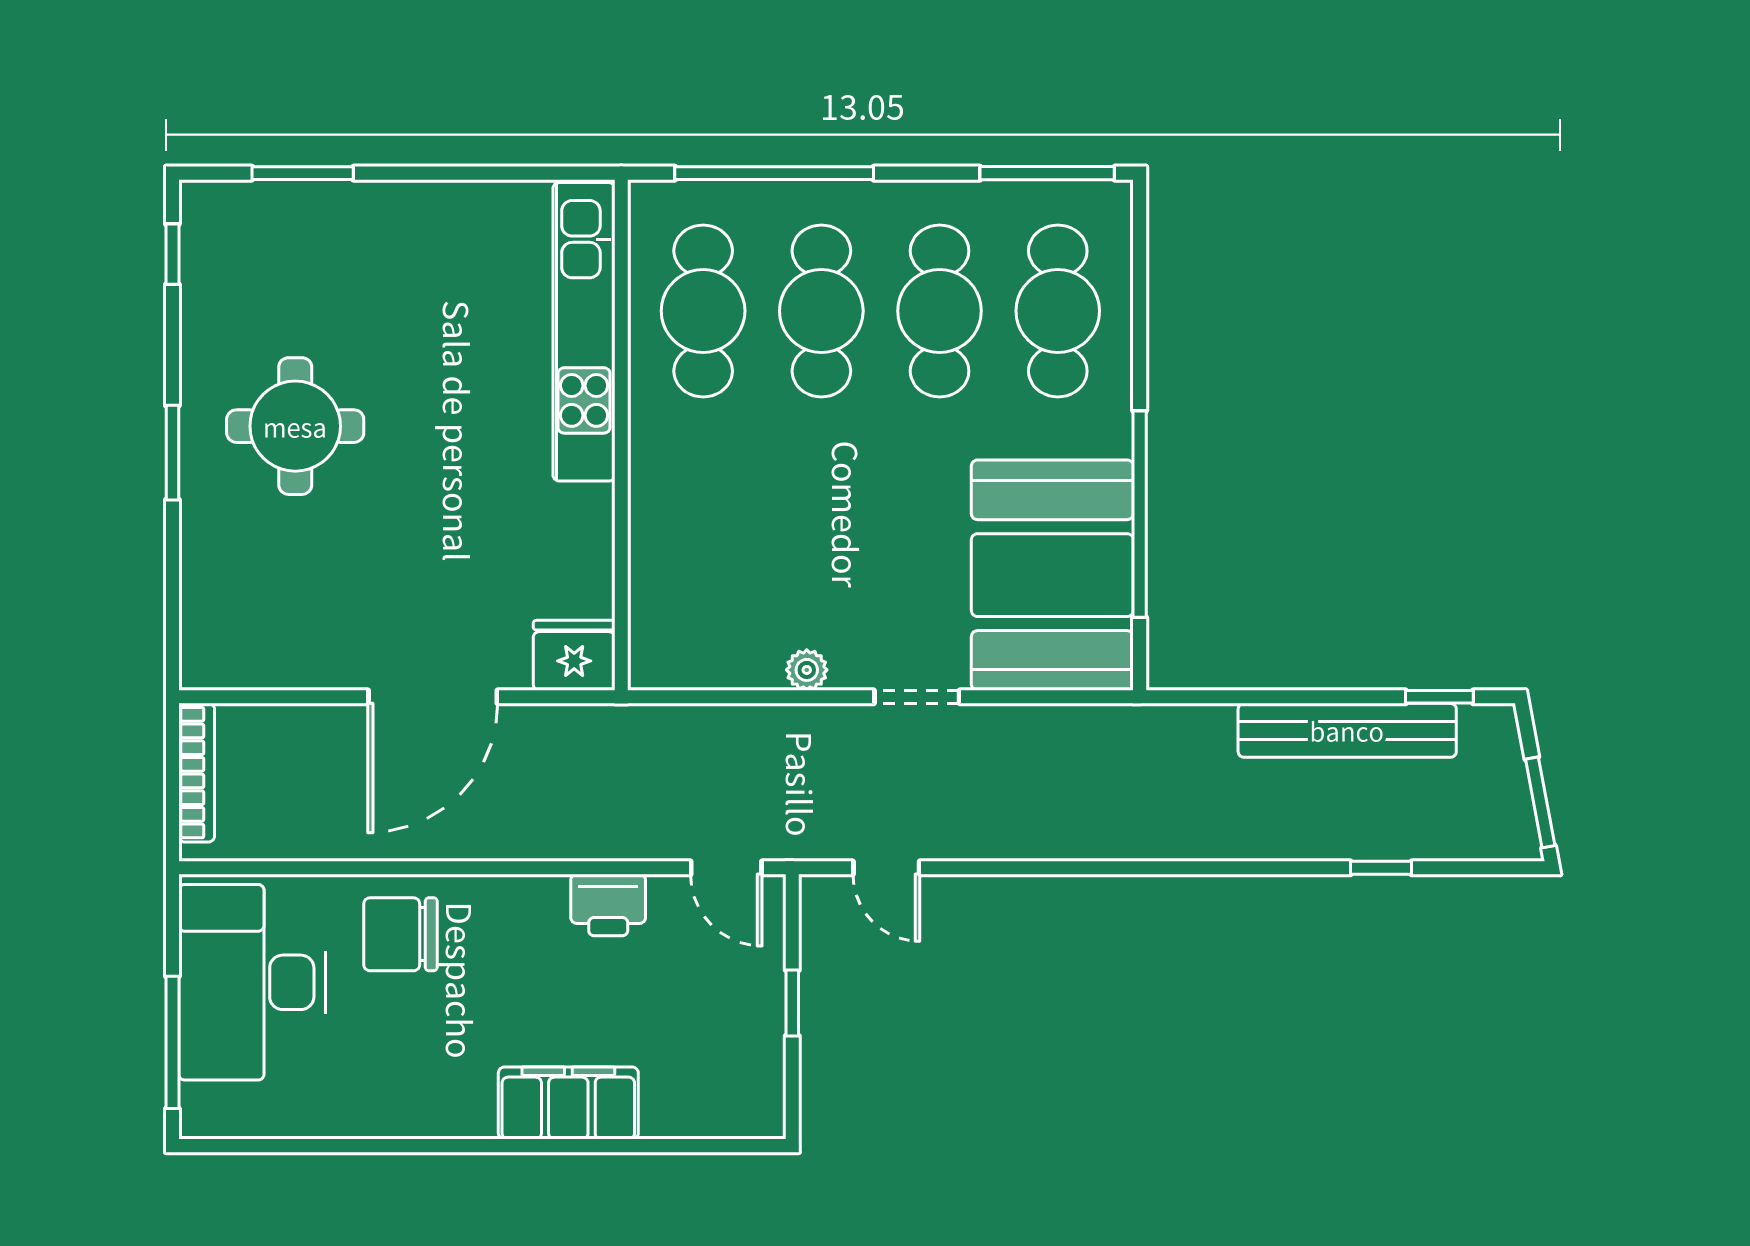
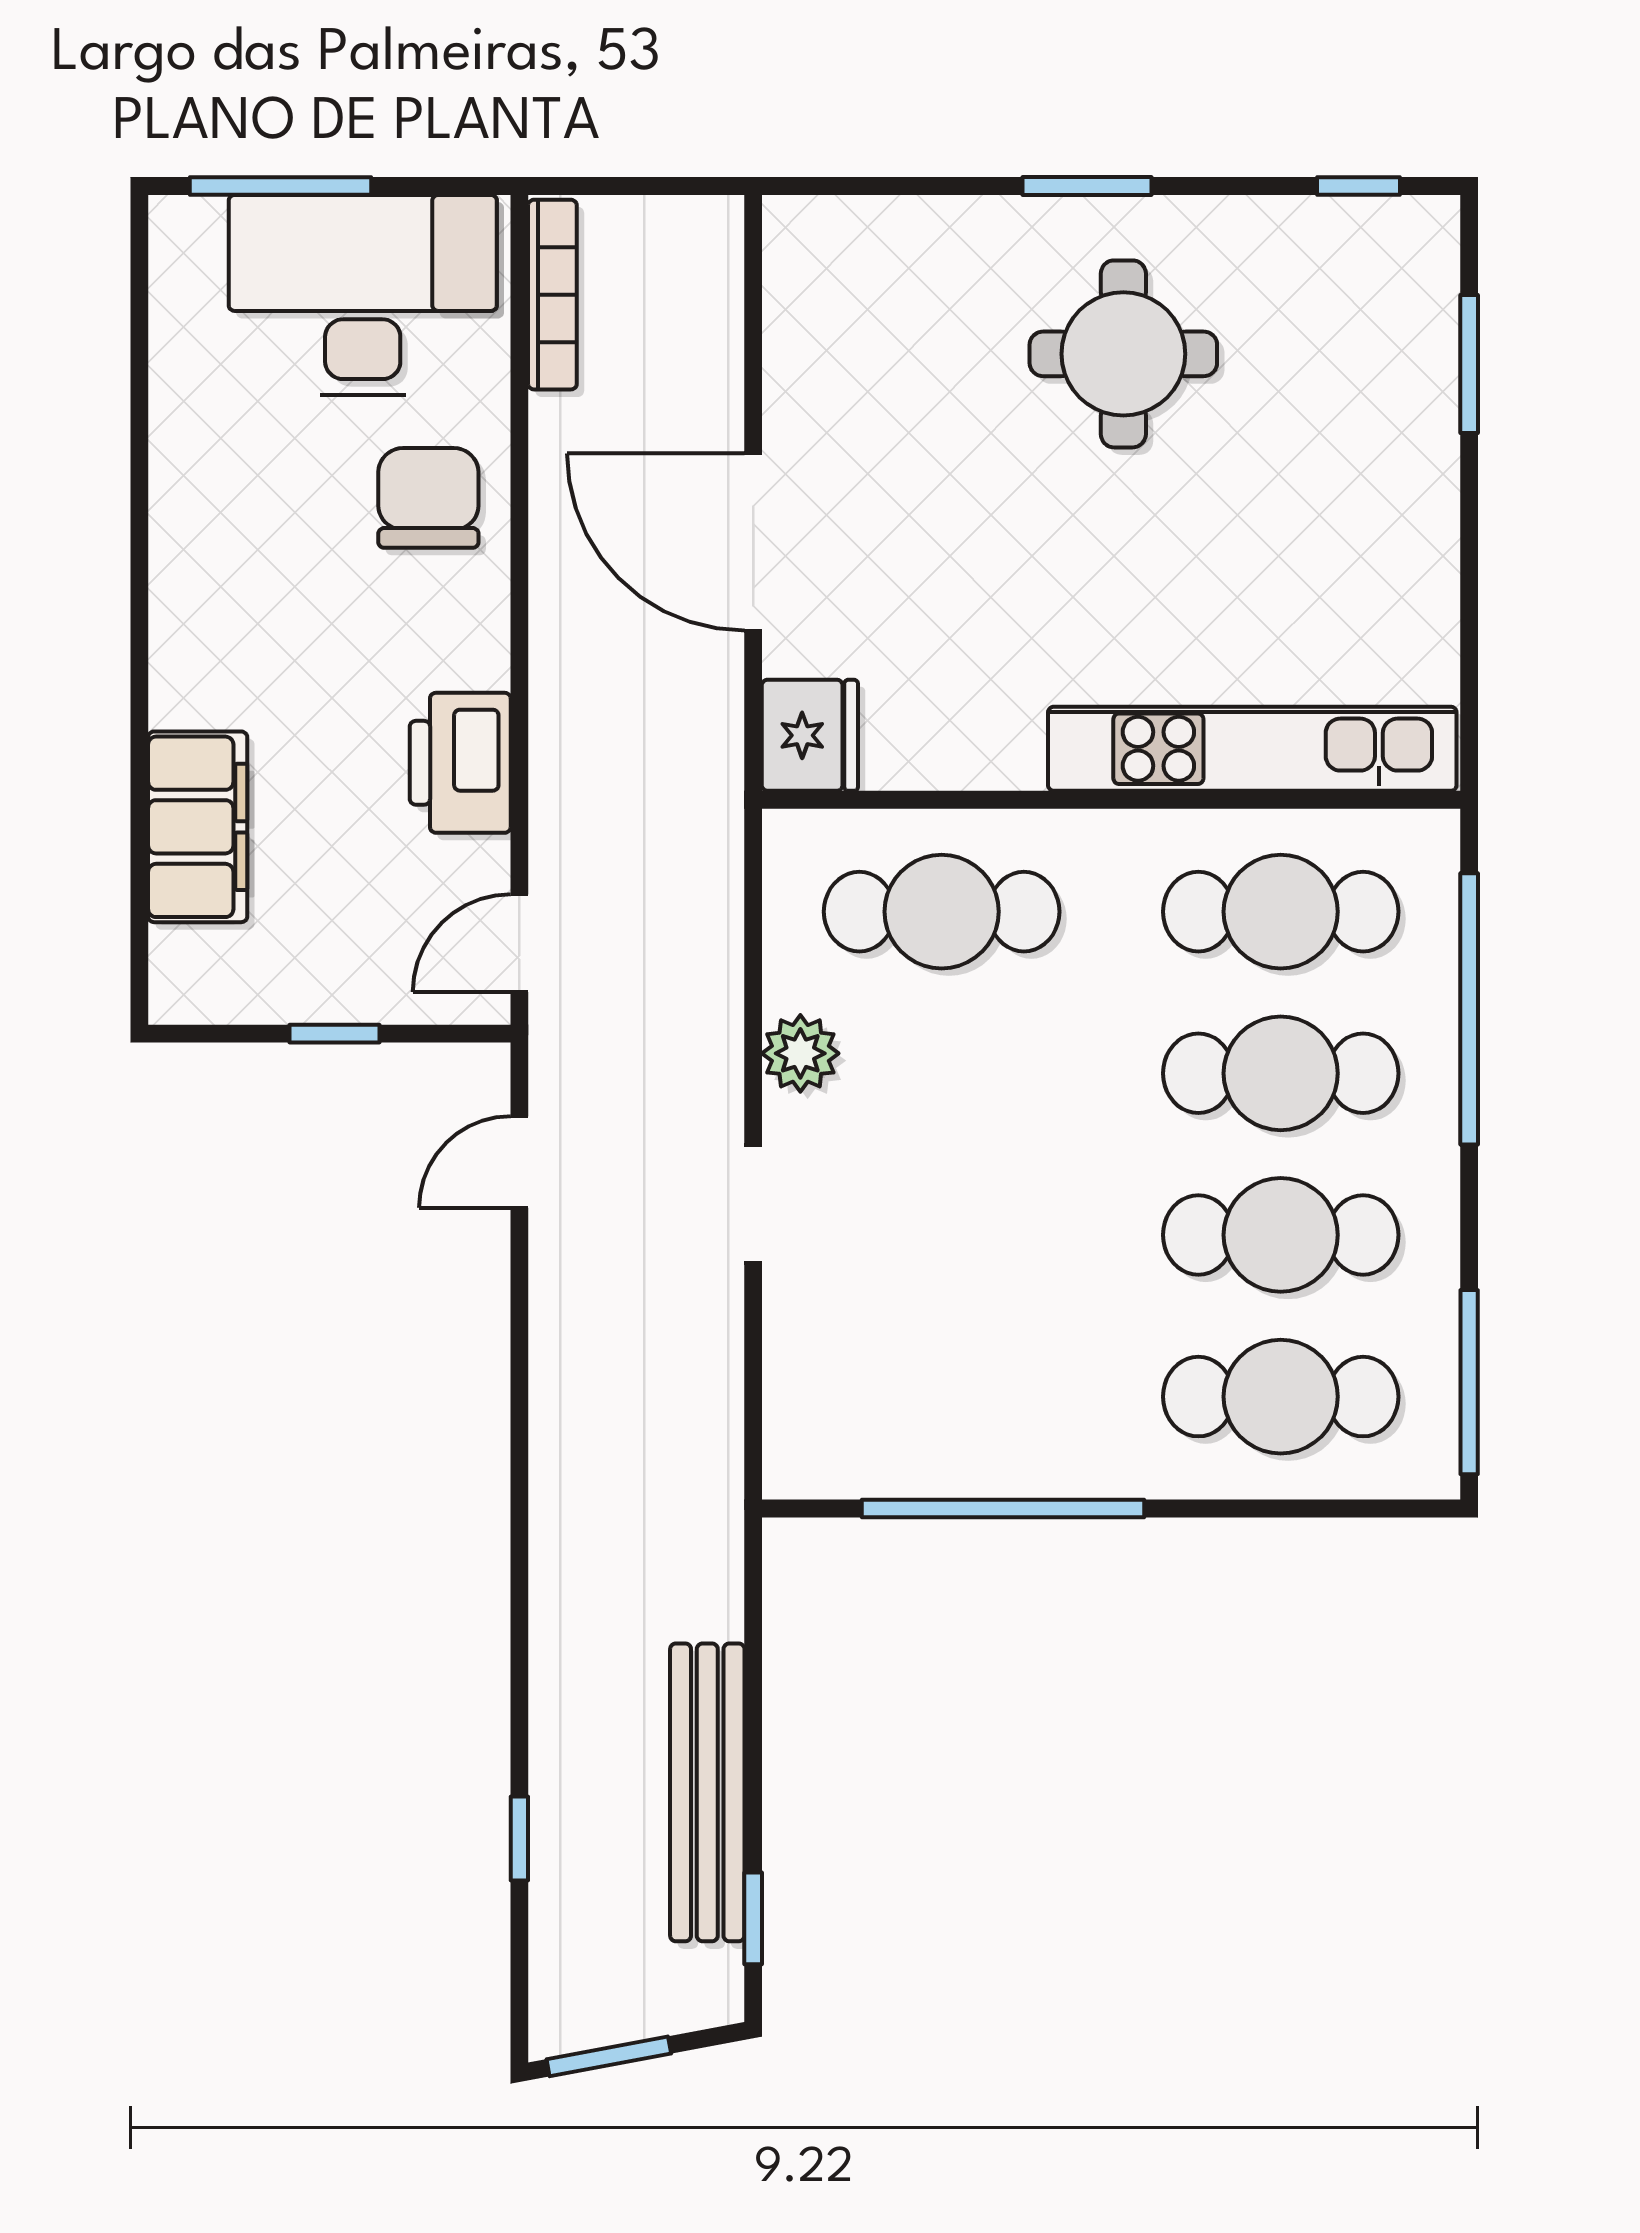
cafe table: (703, 559) -> (942, 912), added
booth: (1052, 575) -> (920, 1389), removed
plant: (807, 670) -> (800, 1053), width x1.38, depth x1.38
bookcase: (197, 773) -> (552, 295), moved, turned -90
printer: (608, 905) -> (460, 763), width x1.37, depth x1.19
filing cabinet: (568, 1103) -> (198, 827), moved

